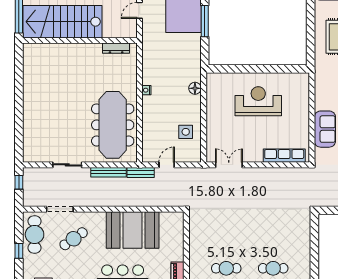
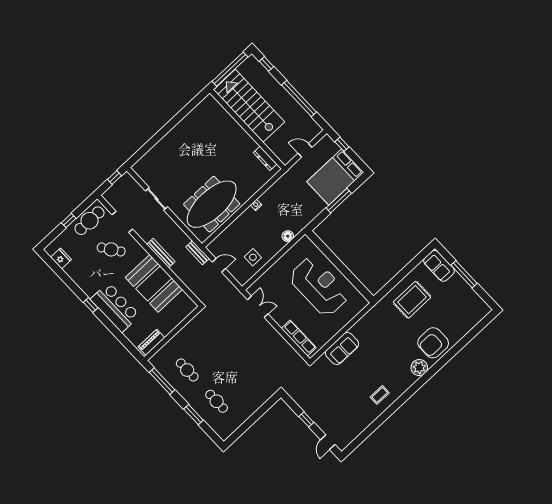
reception desk: (258, 101) -> (319, 286), width x1.36, depth x1.30
bench: (109, 172) -> (161, 253), moved

